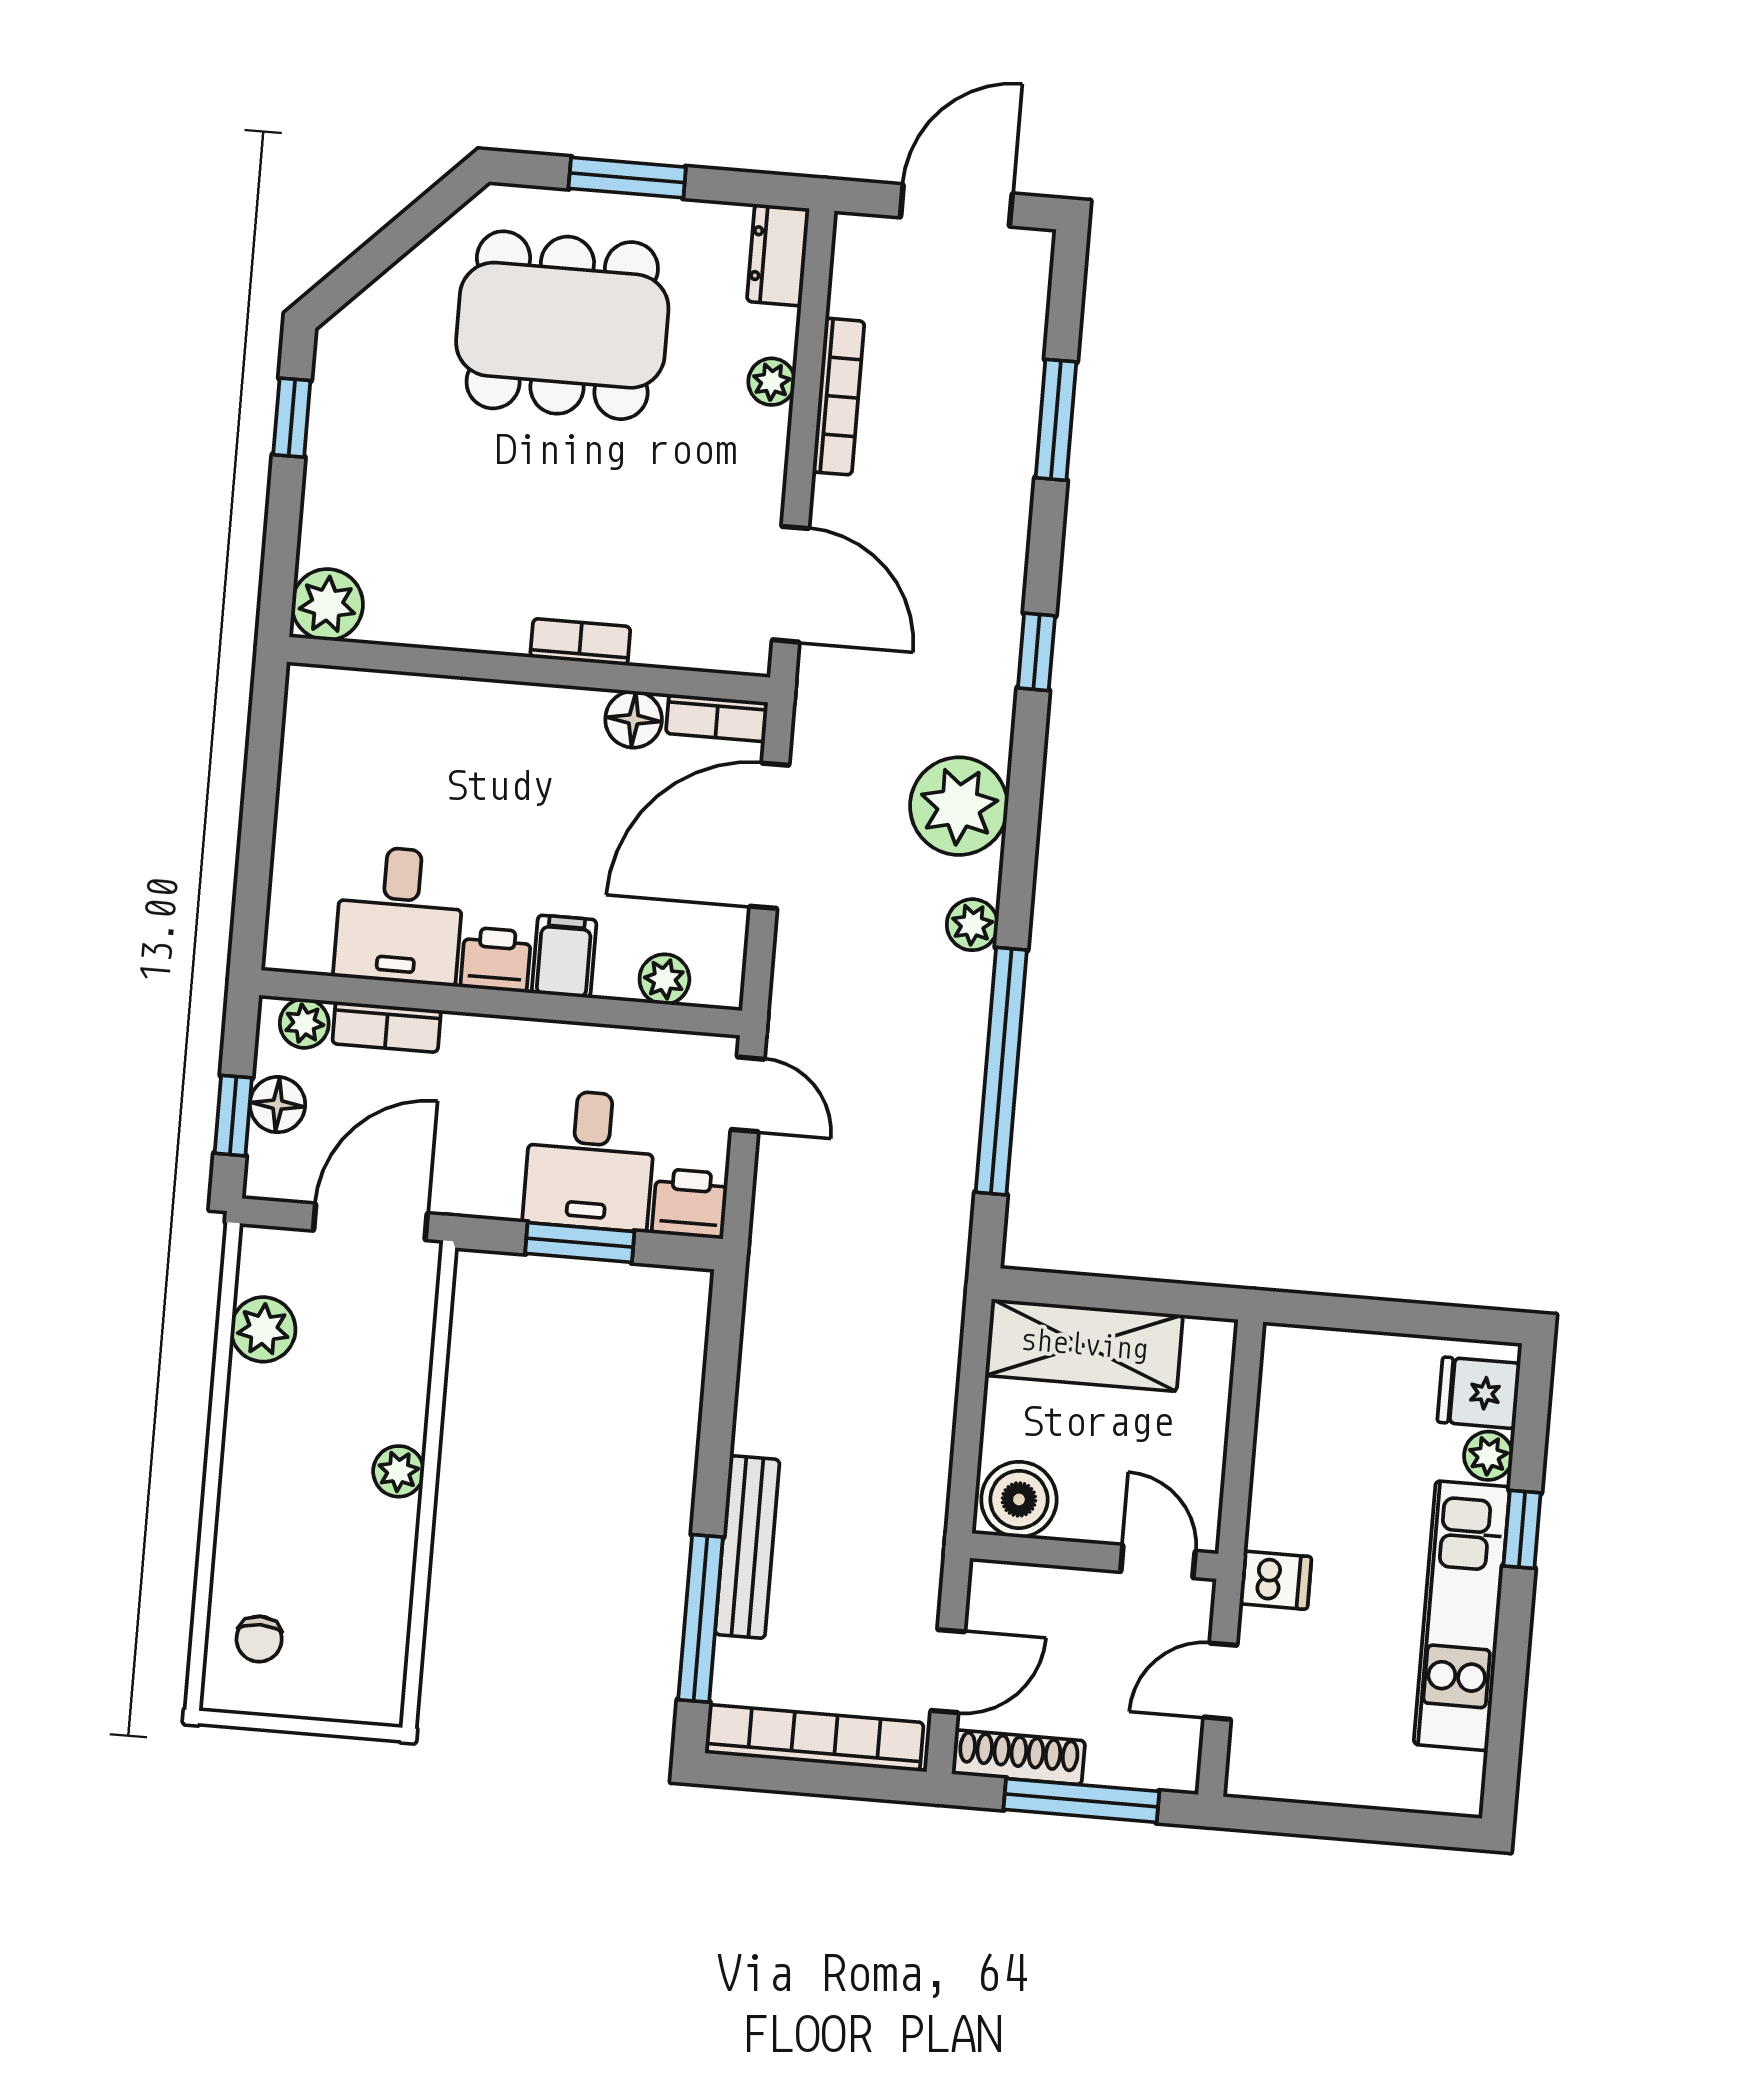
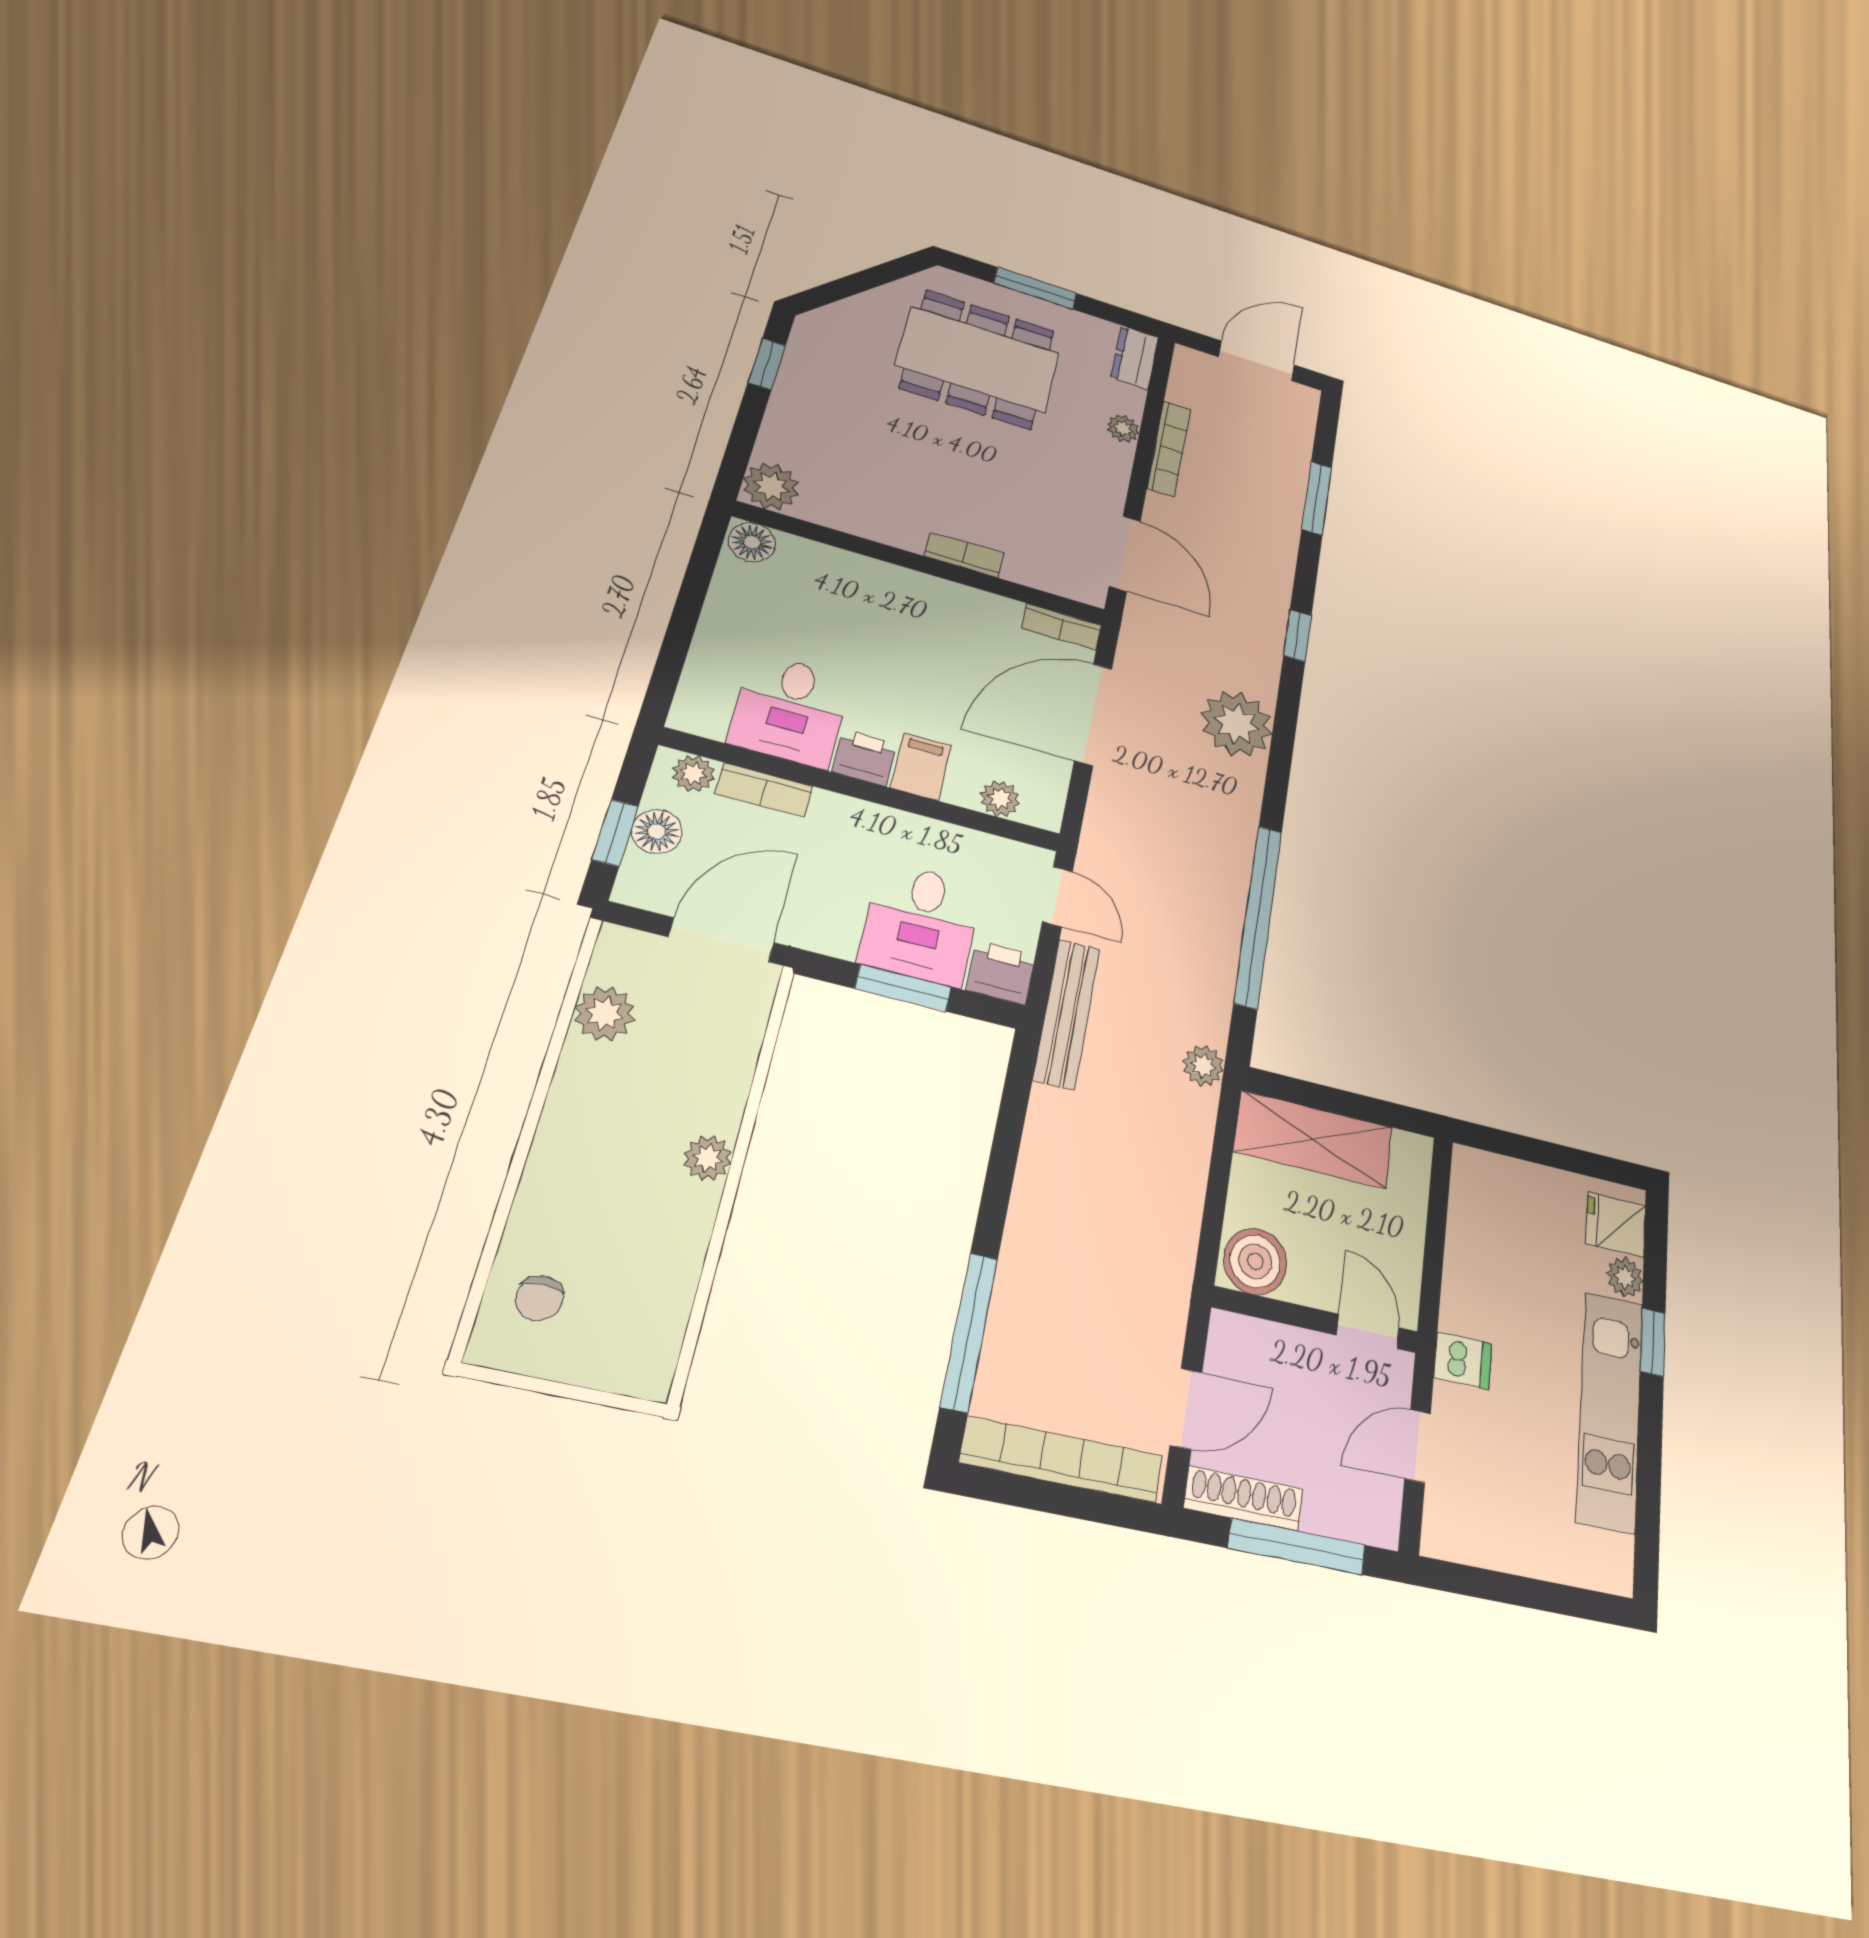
floor lamp: (634, 719) -> (752, 542), moved
plant: (972, 925) -> (1203, 1066), moved
bench: (747, 1547) -> (1067, 1014), moved

